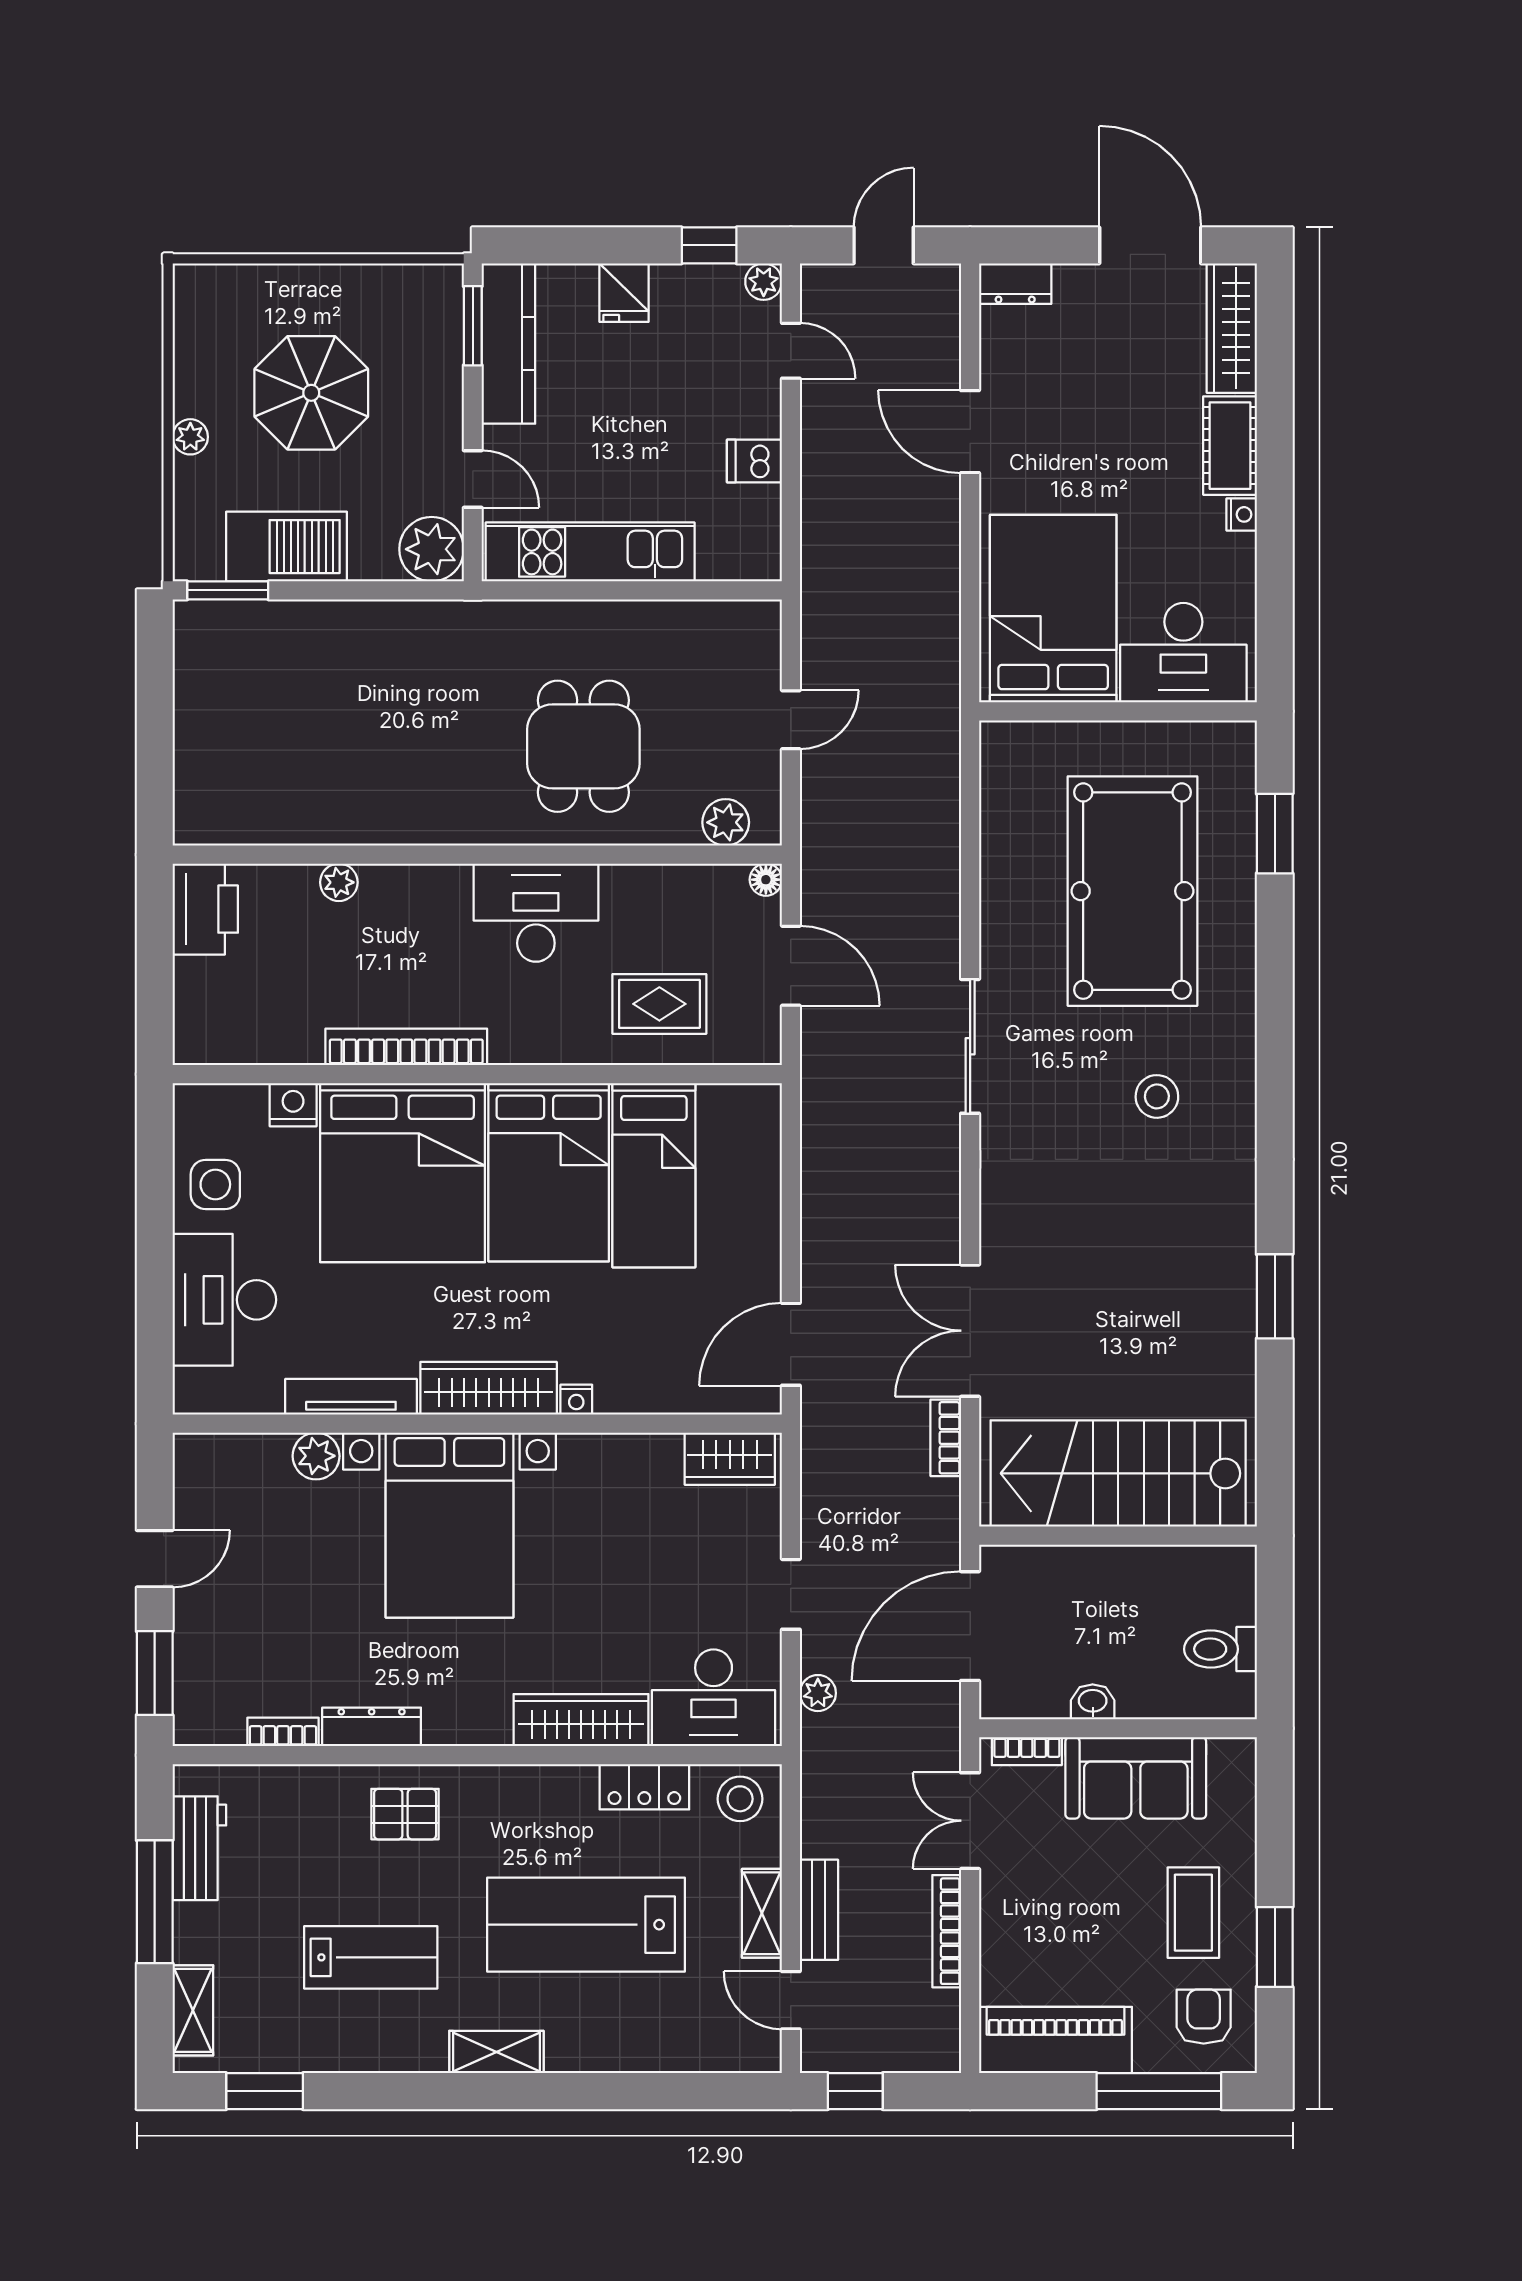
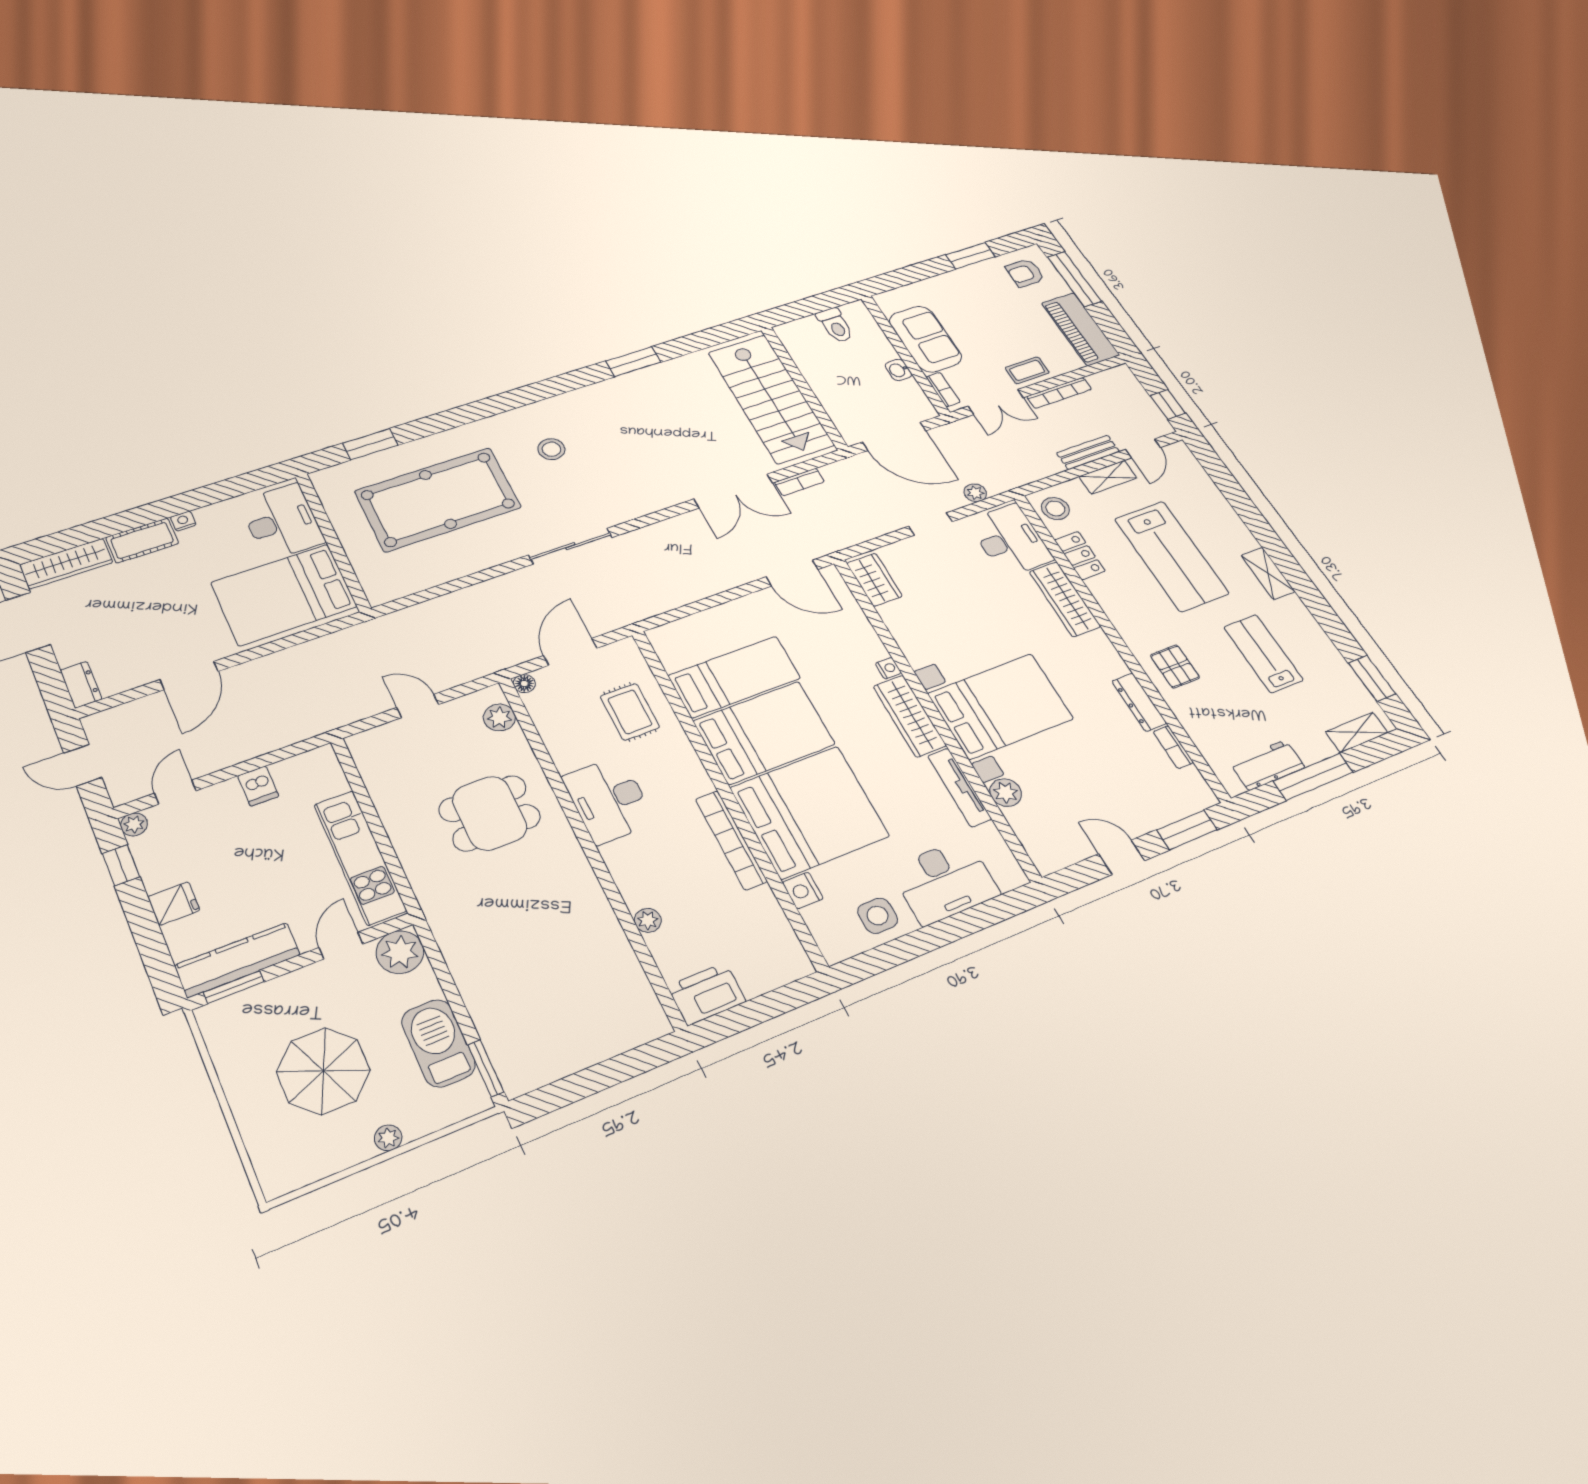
coffee table: (1193, 1913) -> (1027, 370), moved, width x0.73, depth x0.77

